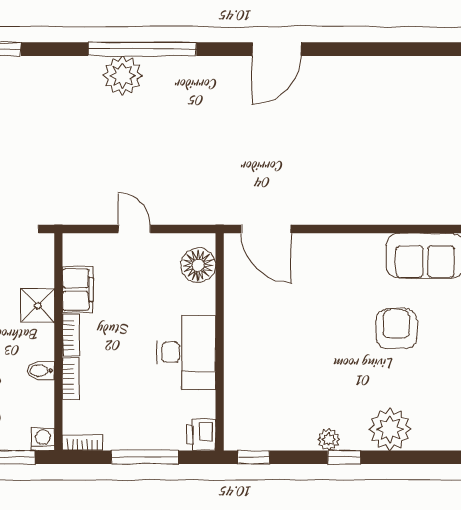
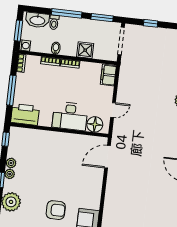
door: (134, 229) -> (113, 110), moved
filing cabinet: (78, 290) -> (108, 75), moved, turned 90
desk: (186, 352) -> (70, 116), moved
printer: (201, 435) -> (25, 114), width x1.87, depth x1.48
plant: (305, 439) -> (11, 163), added

